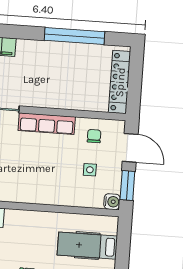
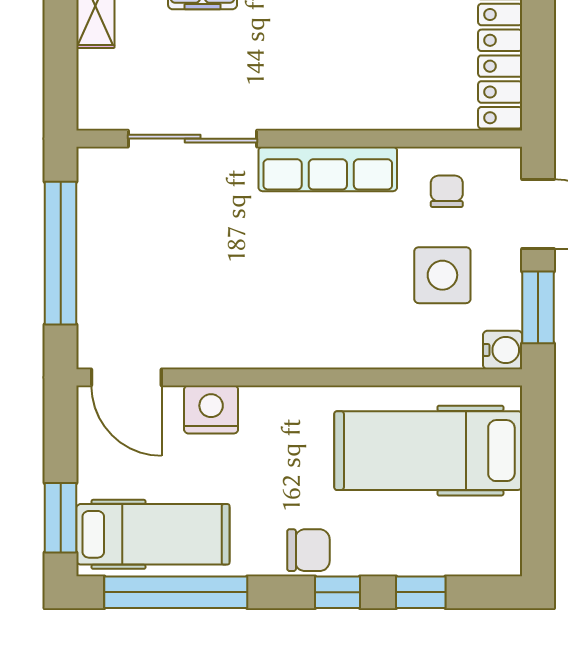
side table: (90, 170) -> (442, 275), width x1.87, depth x1.87
hospital bed: (87, 246) -> (428, 451), width x1.37, depth x1.29

